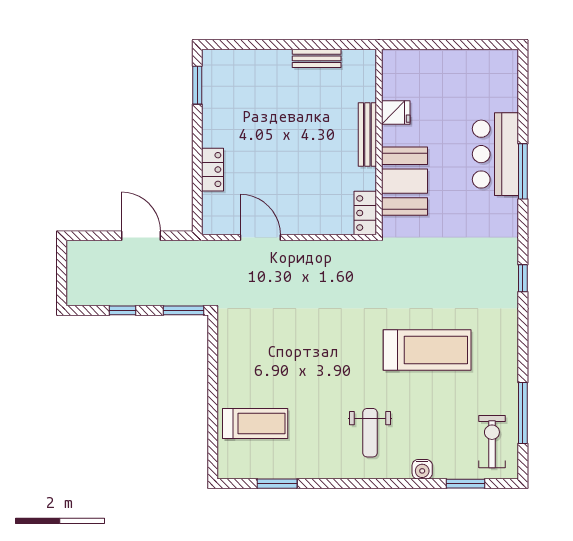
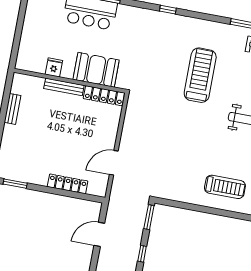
locker: (213, 170) -> (68, 184), width x1.53
locker: (365, 213) -> (104, 96), width x1.53
treadmill: (255, 424) -> (225, 187), turned 90

